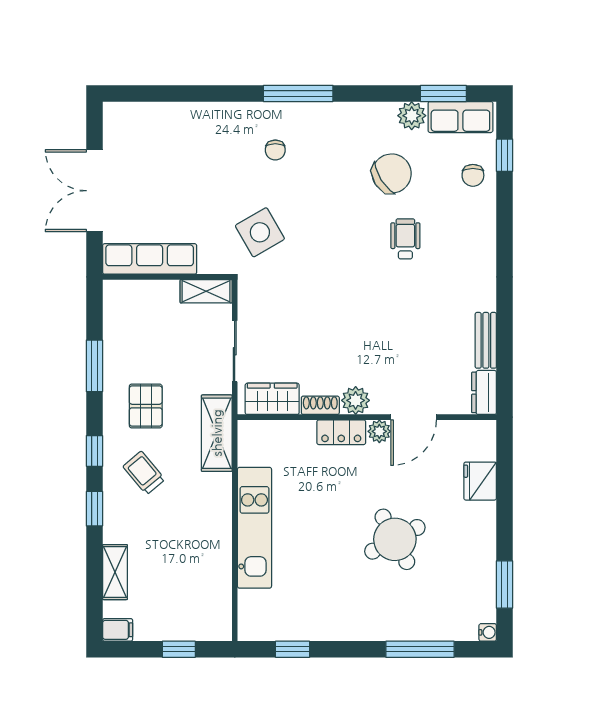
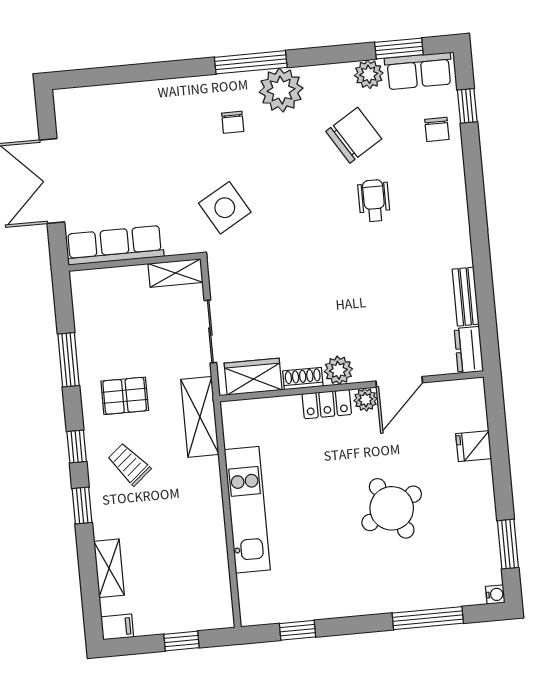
plant: (325, 123) -> (281, 90), added
pallet: (146, 406) -> (125, 396), turned 90
fridge: (480, 481) -> (474, 446), width x0.72

